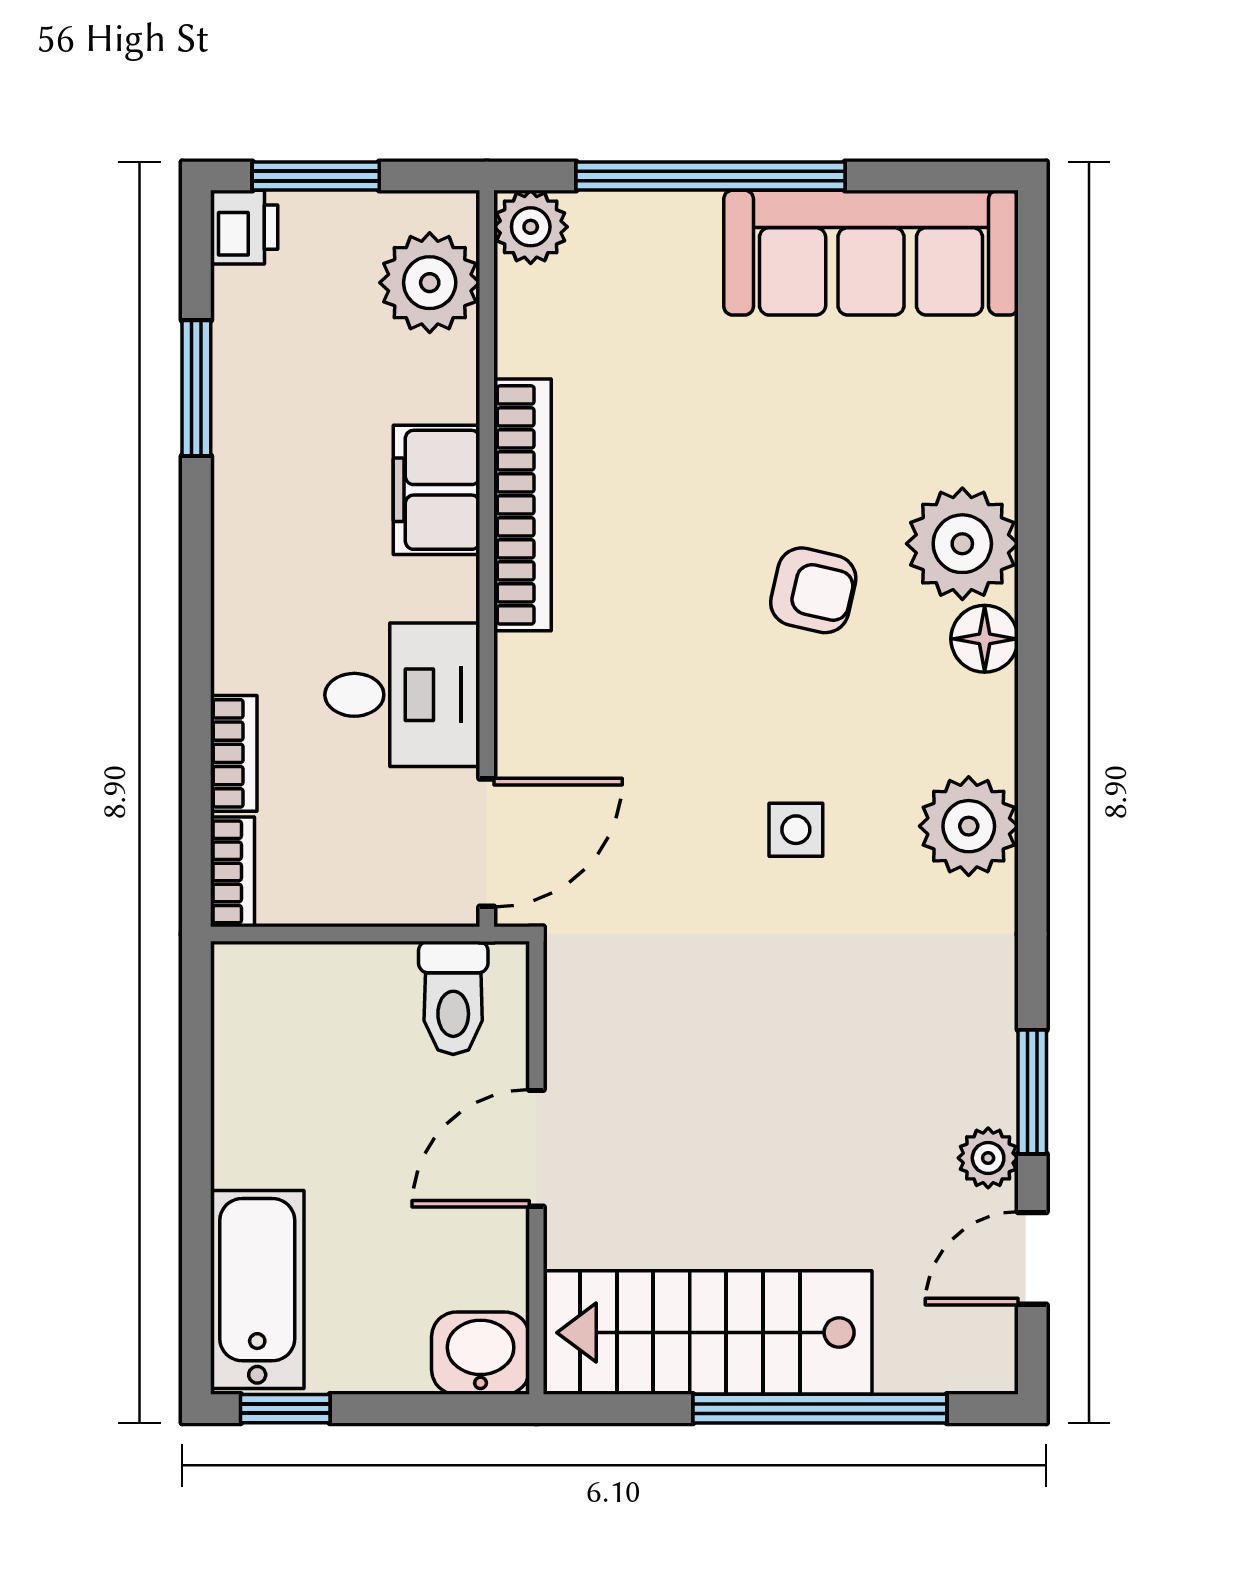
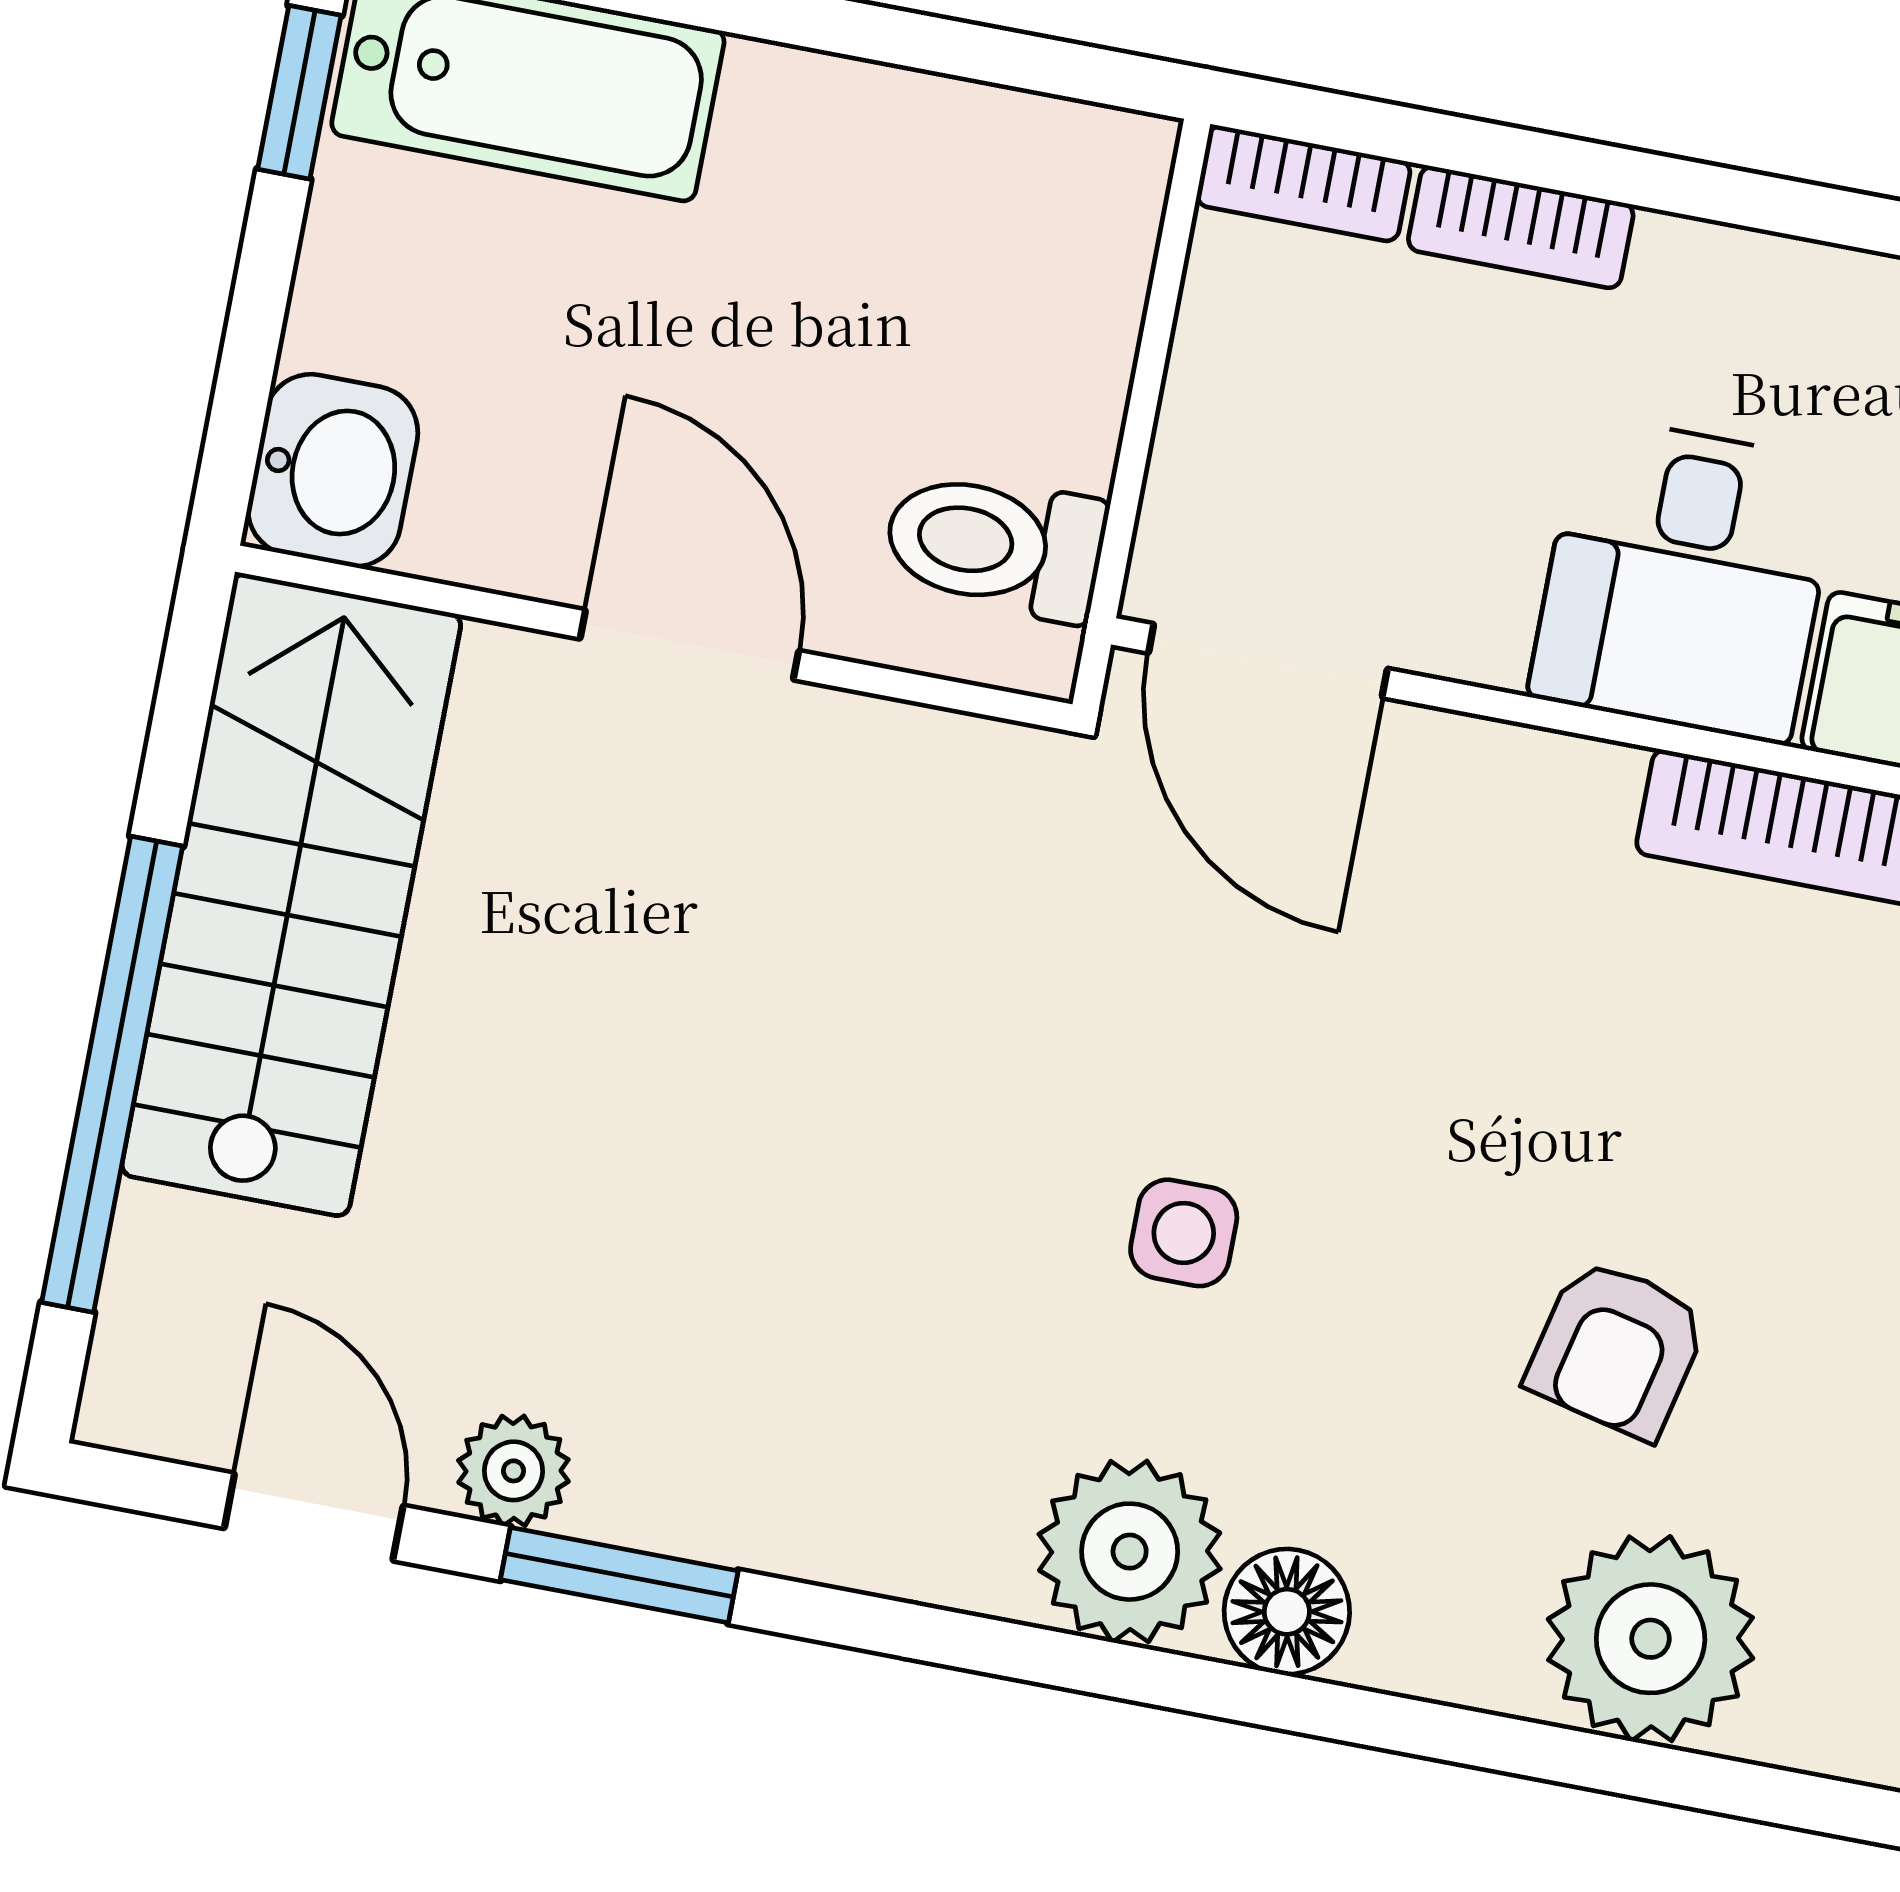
floor lamp: (985, 639) -> (1287, 1612), moved
desk: (402, 695) -> (1685, 579), moved

